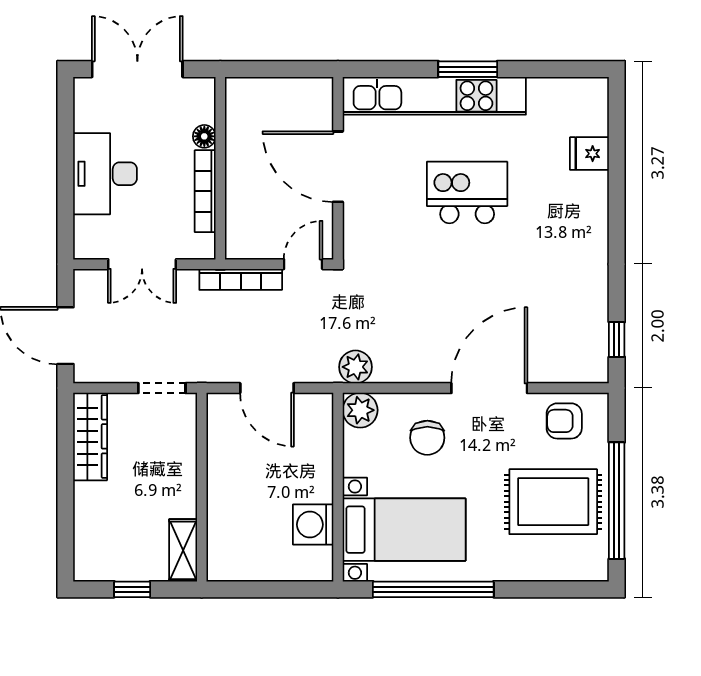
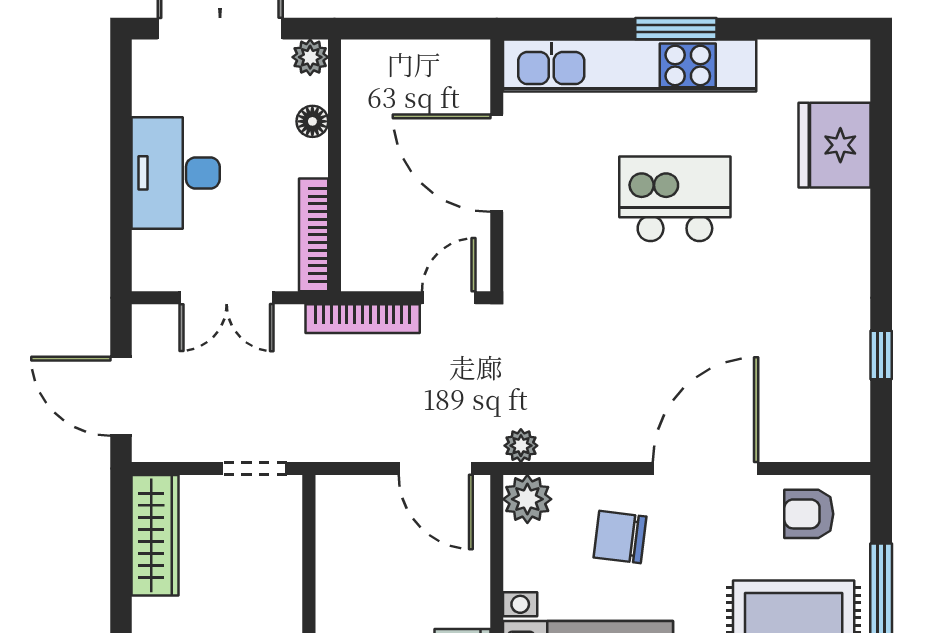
plant: (203, 90) -> (310, 57), added
fridge: (589, 154) -> (835, 145), width x1.88, depth x1.34
bookcase: (205, 191) -> (314, 235), moved
window: (617, 339) -> (881, 355), moved
plant: (355, 367) -> (521, 446), width x0.73, depth x0.73
door: (267, 388) -> (436, 468), moved
chair: (427, 438) -> (620, 537), turned 97

